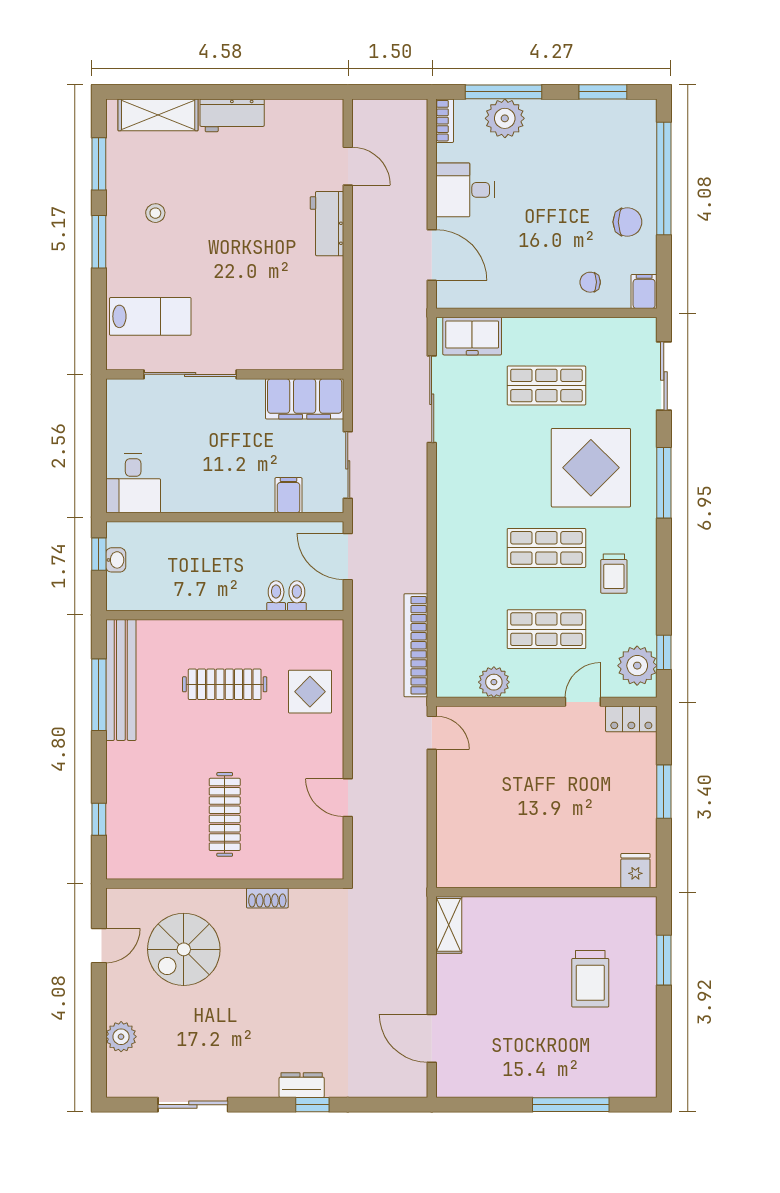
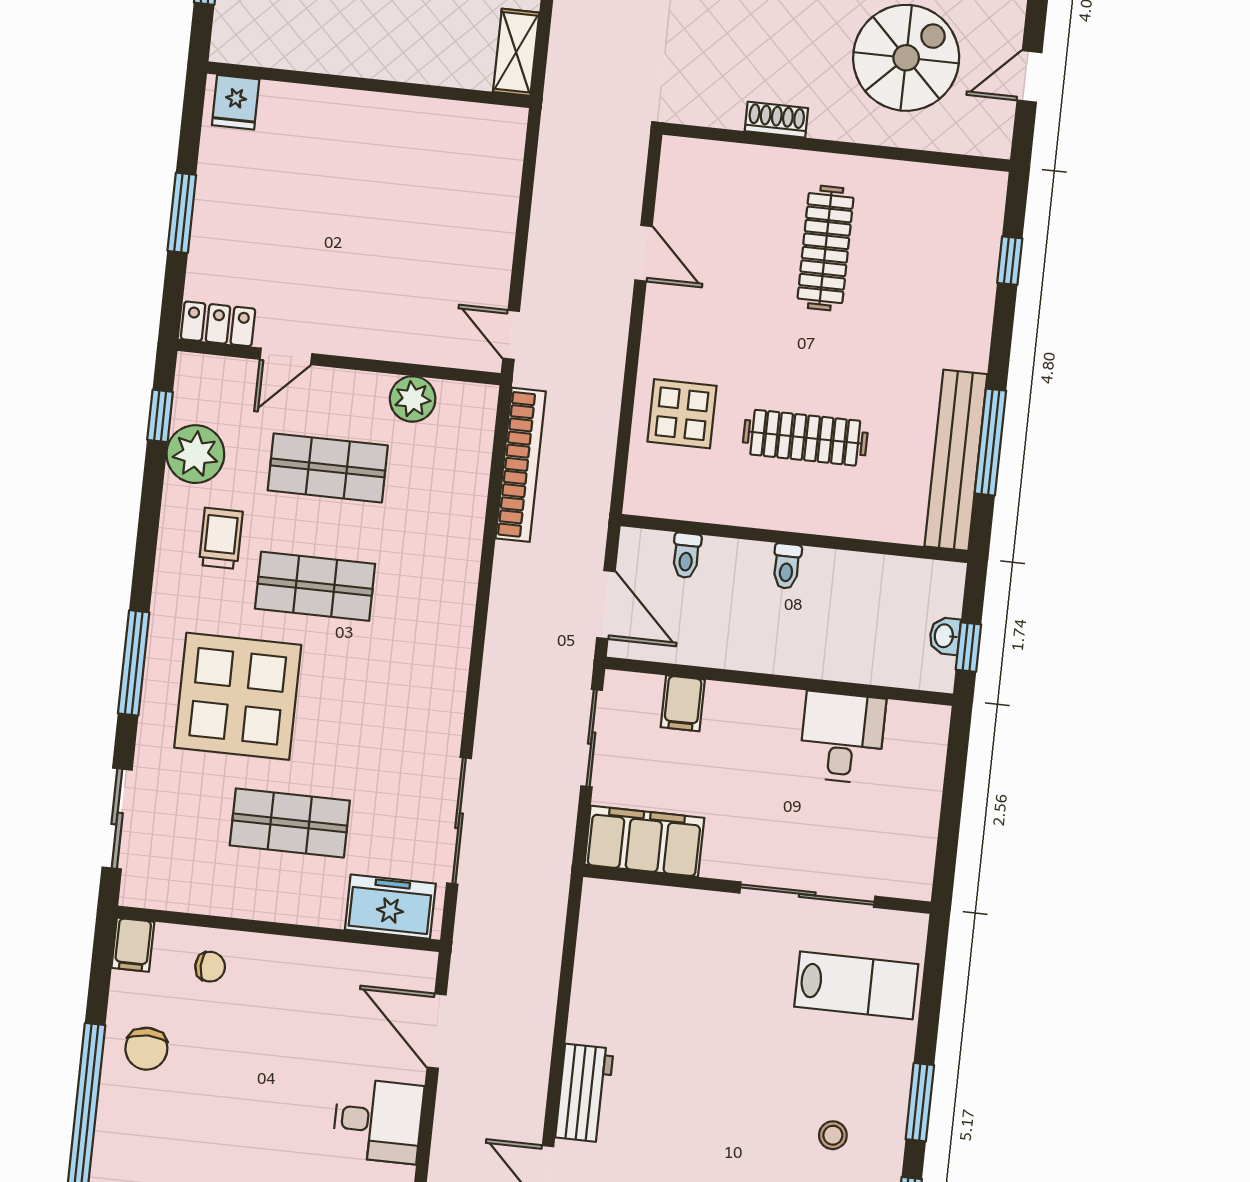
chair: (627, 222) -> (146, 1049), turned -90
lab bench: (150, 316) -> (856, 985), turned 180
desk: (133, 483) -> (842, 738), moved
toilet: (276, 596) -> (787, 566), moved
plant: (637, 666) -> (195, 454), moved

